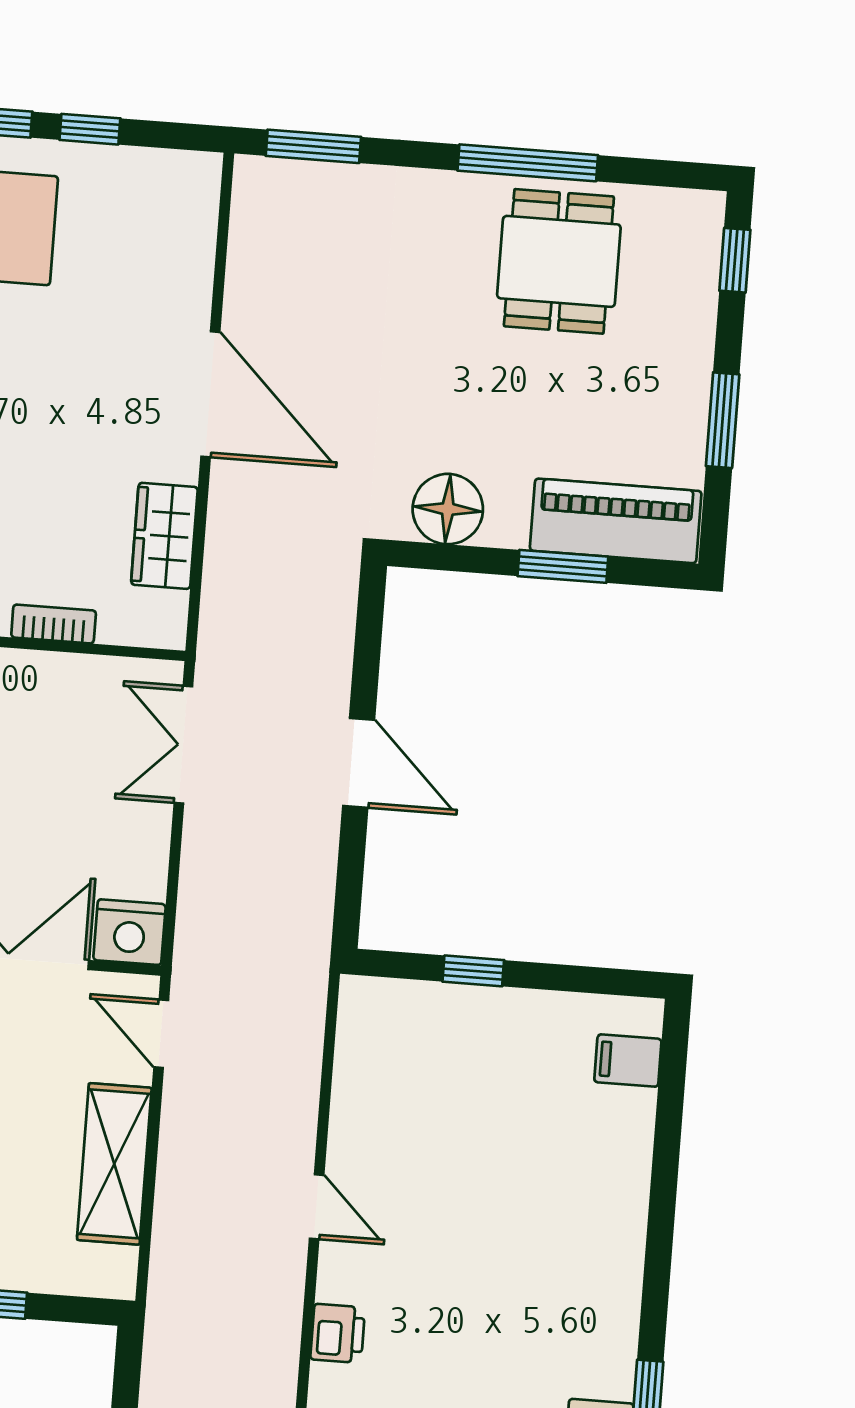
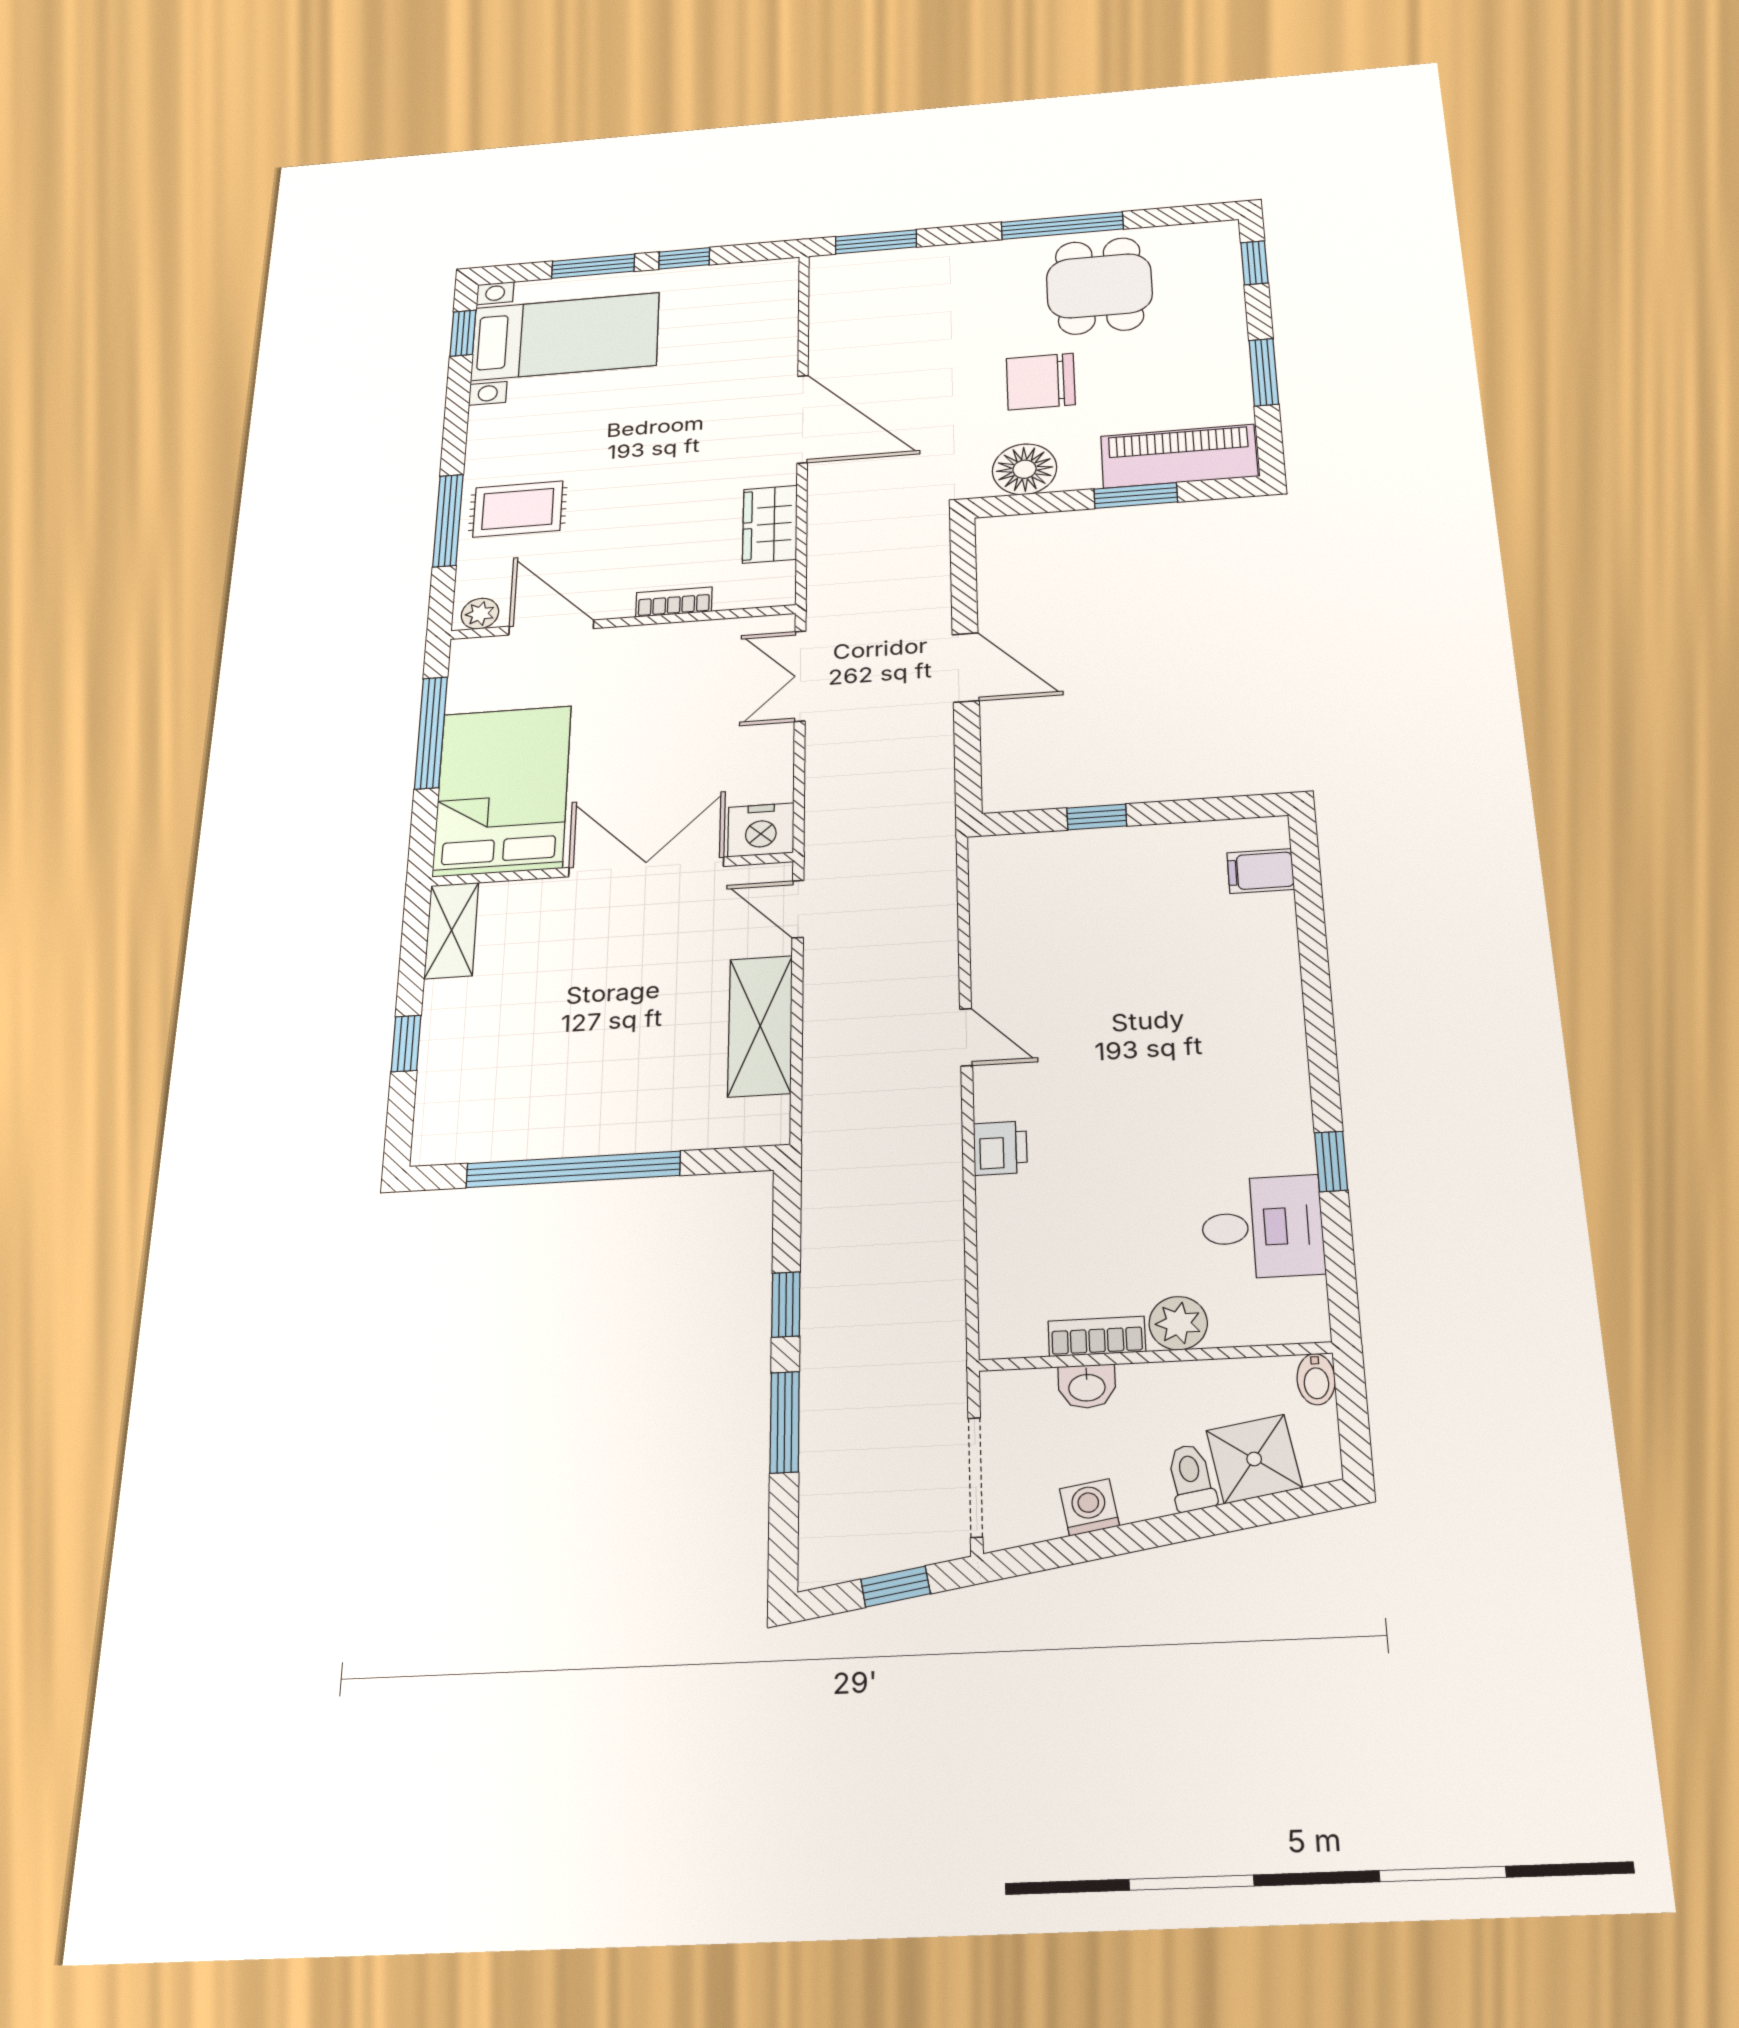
chair: (479, 389) -> (1041, 382), added

